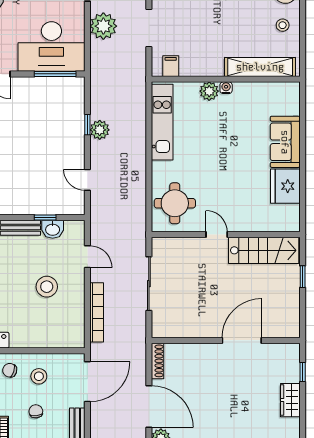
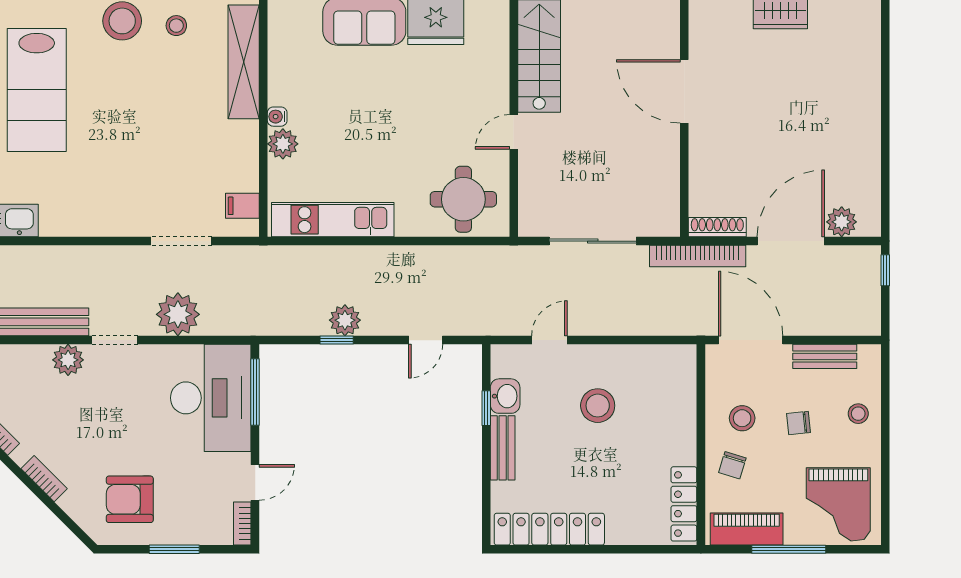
bookcase: (97, 312) -> (698, 256), moved, turned 180

